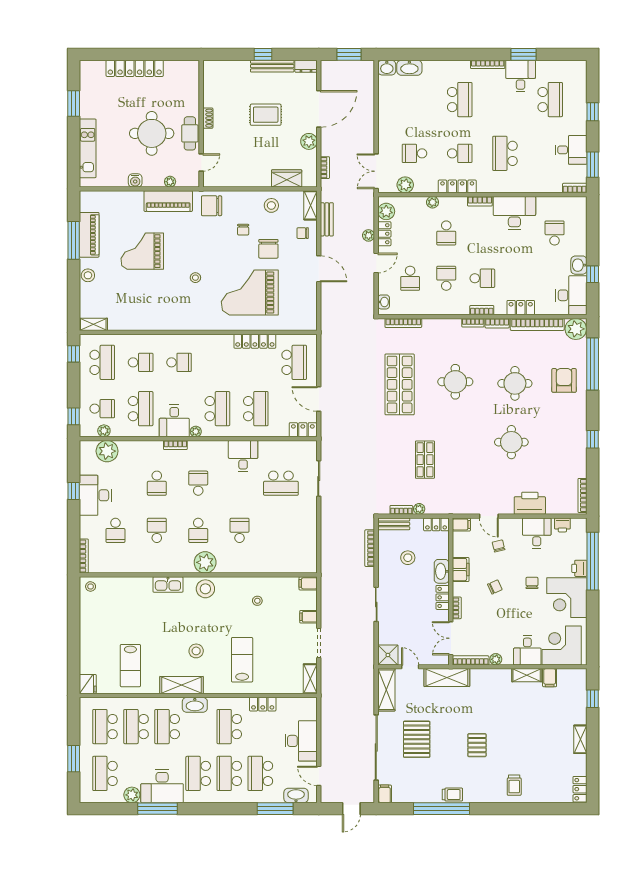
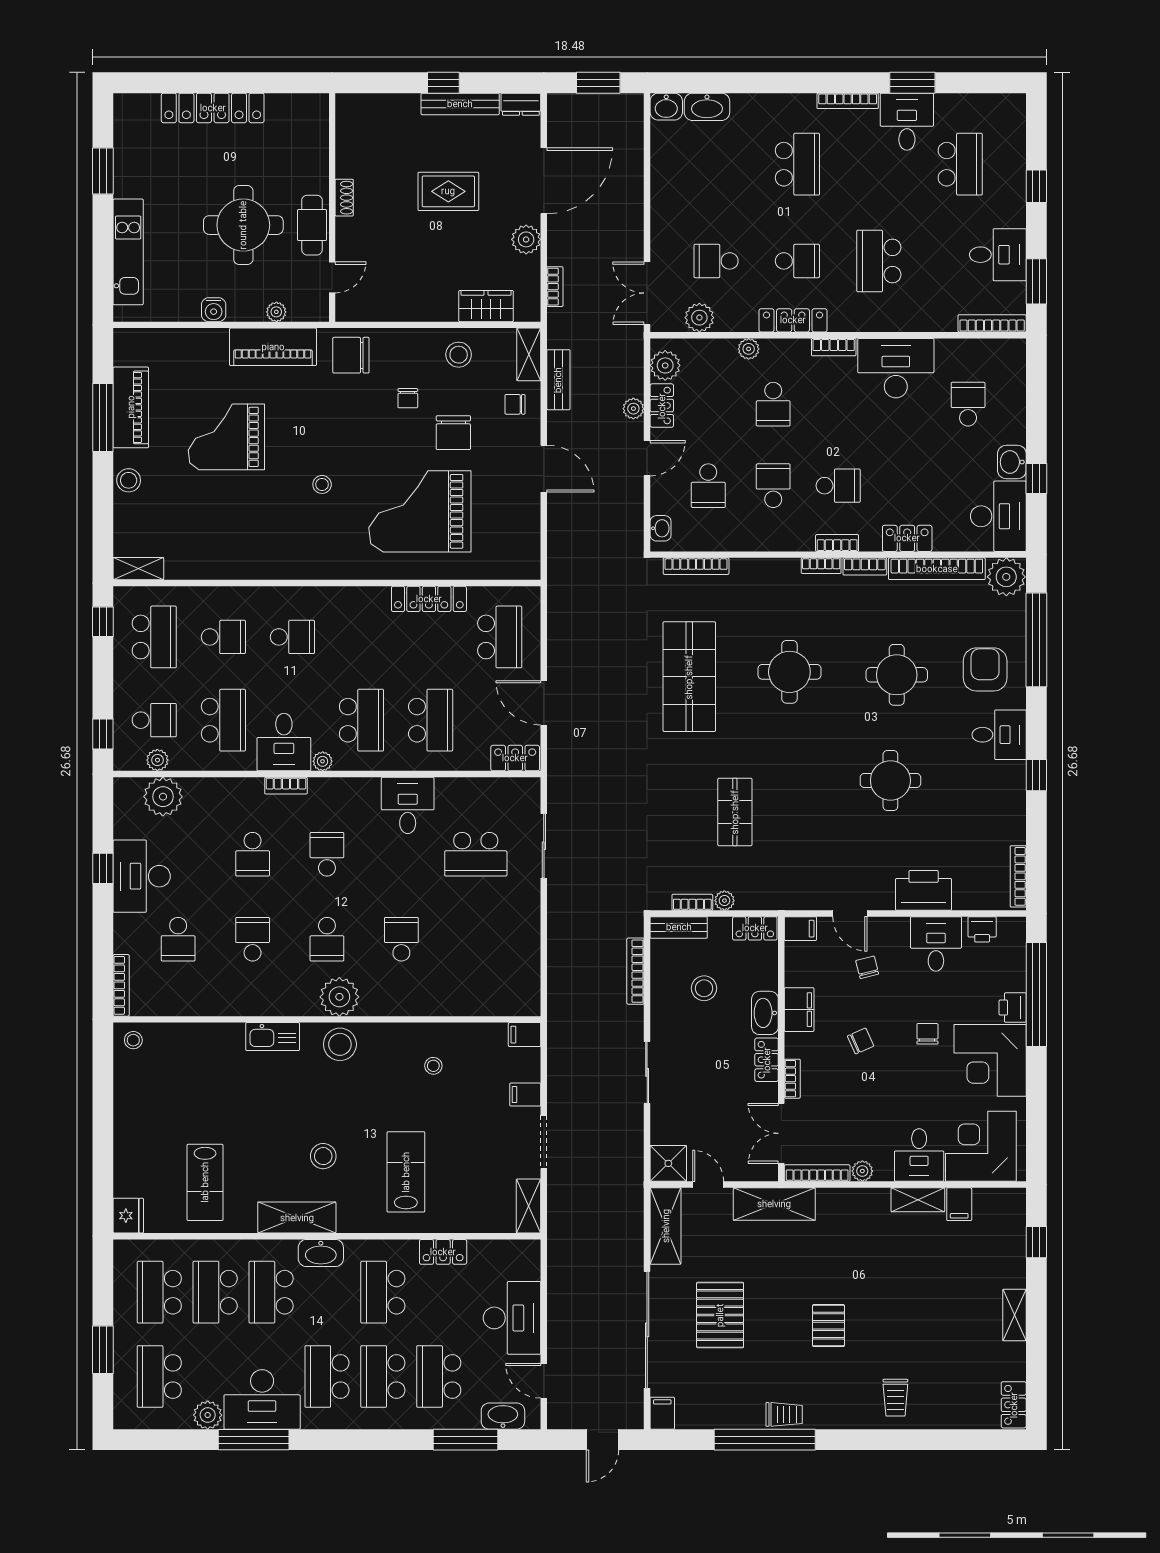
bookcase: (575, 188) -> (992, 323), width x1.56
desk: (572, 417) -> (999, 735), added

